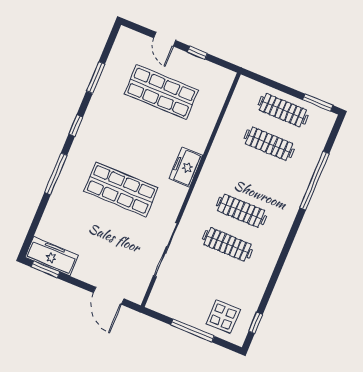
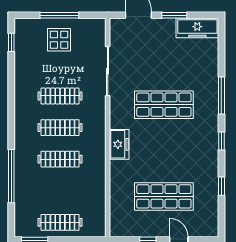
window: (96, 78) -> (221, 186), width x0.67
clothes rail: (269, 144) -> (60, 159), moved
window: (45, 270) -> (174, 15), moved
display table: (223, 317) -> (59, 40), moved

